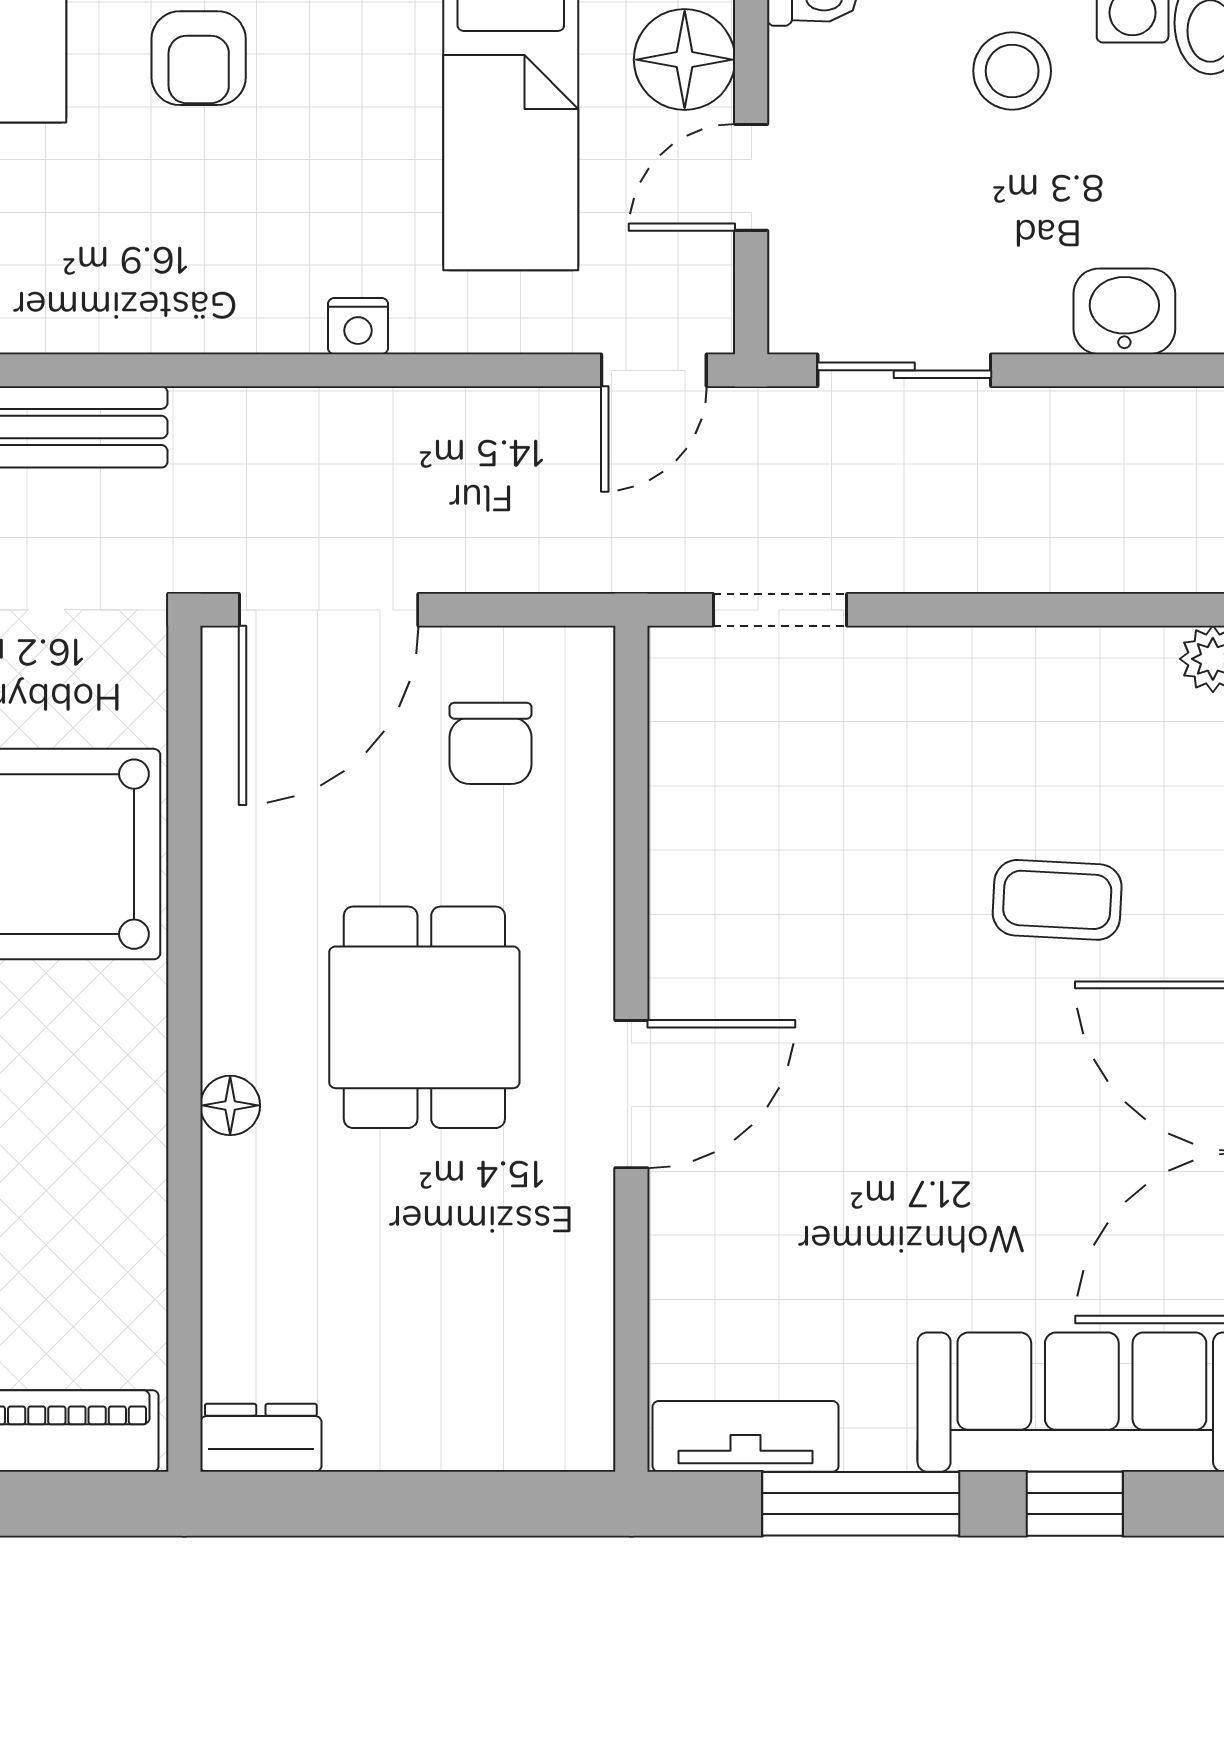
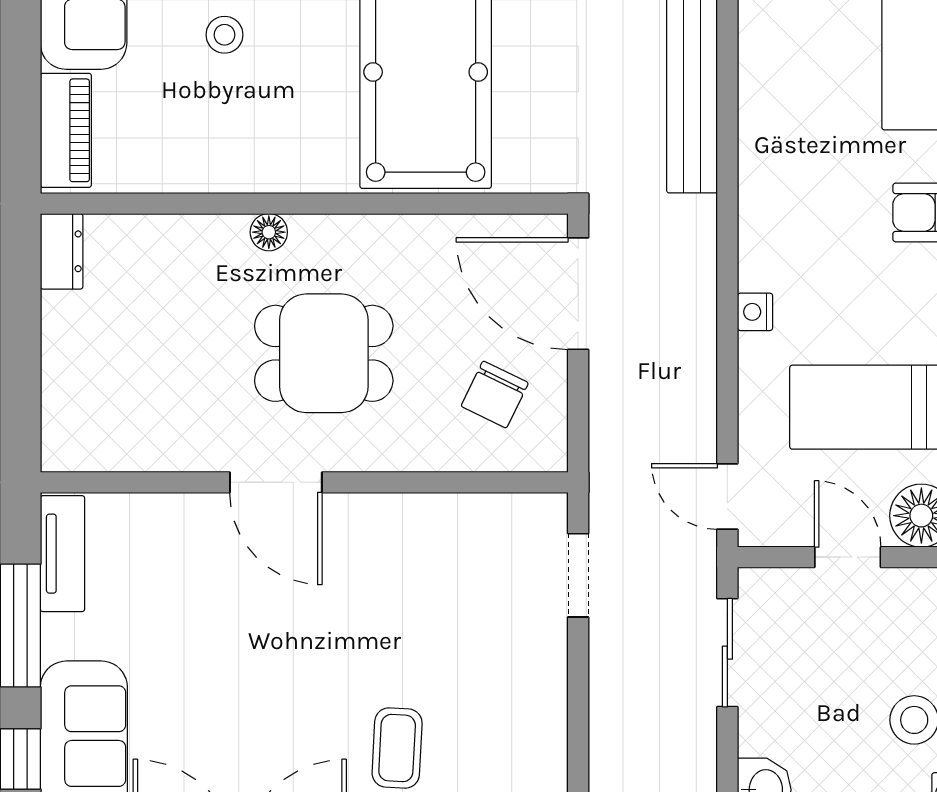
chair: (491, 743) -> (495, 395), turned -64

